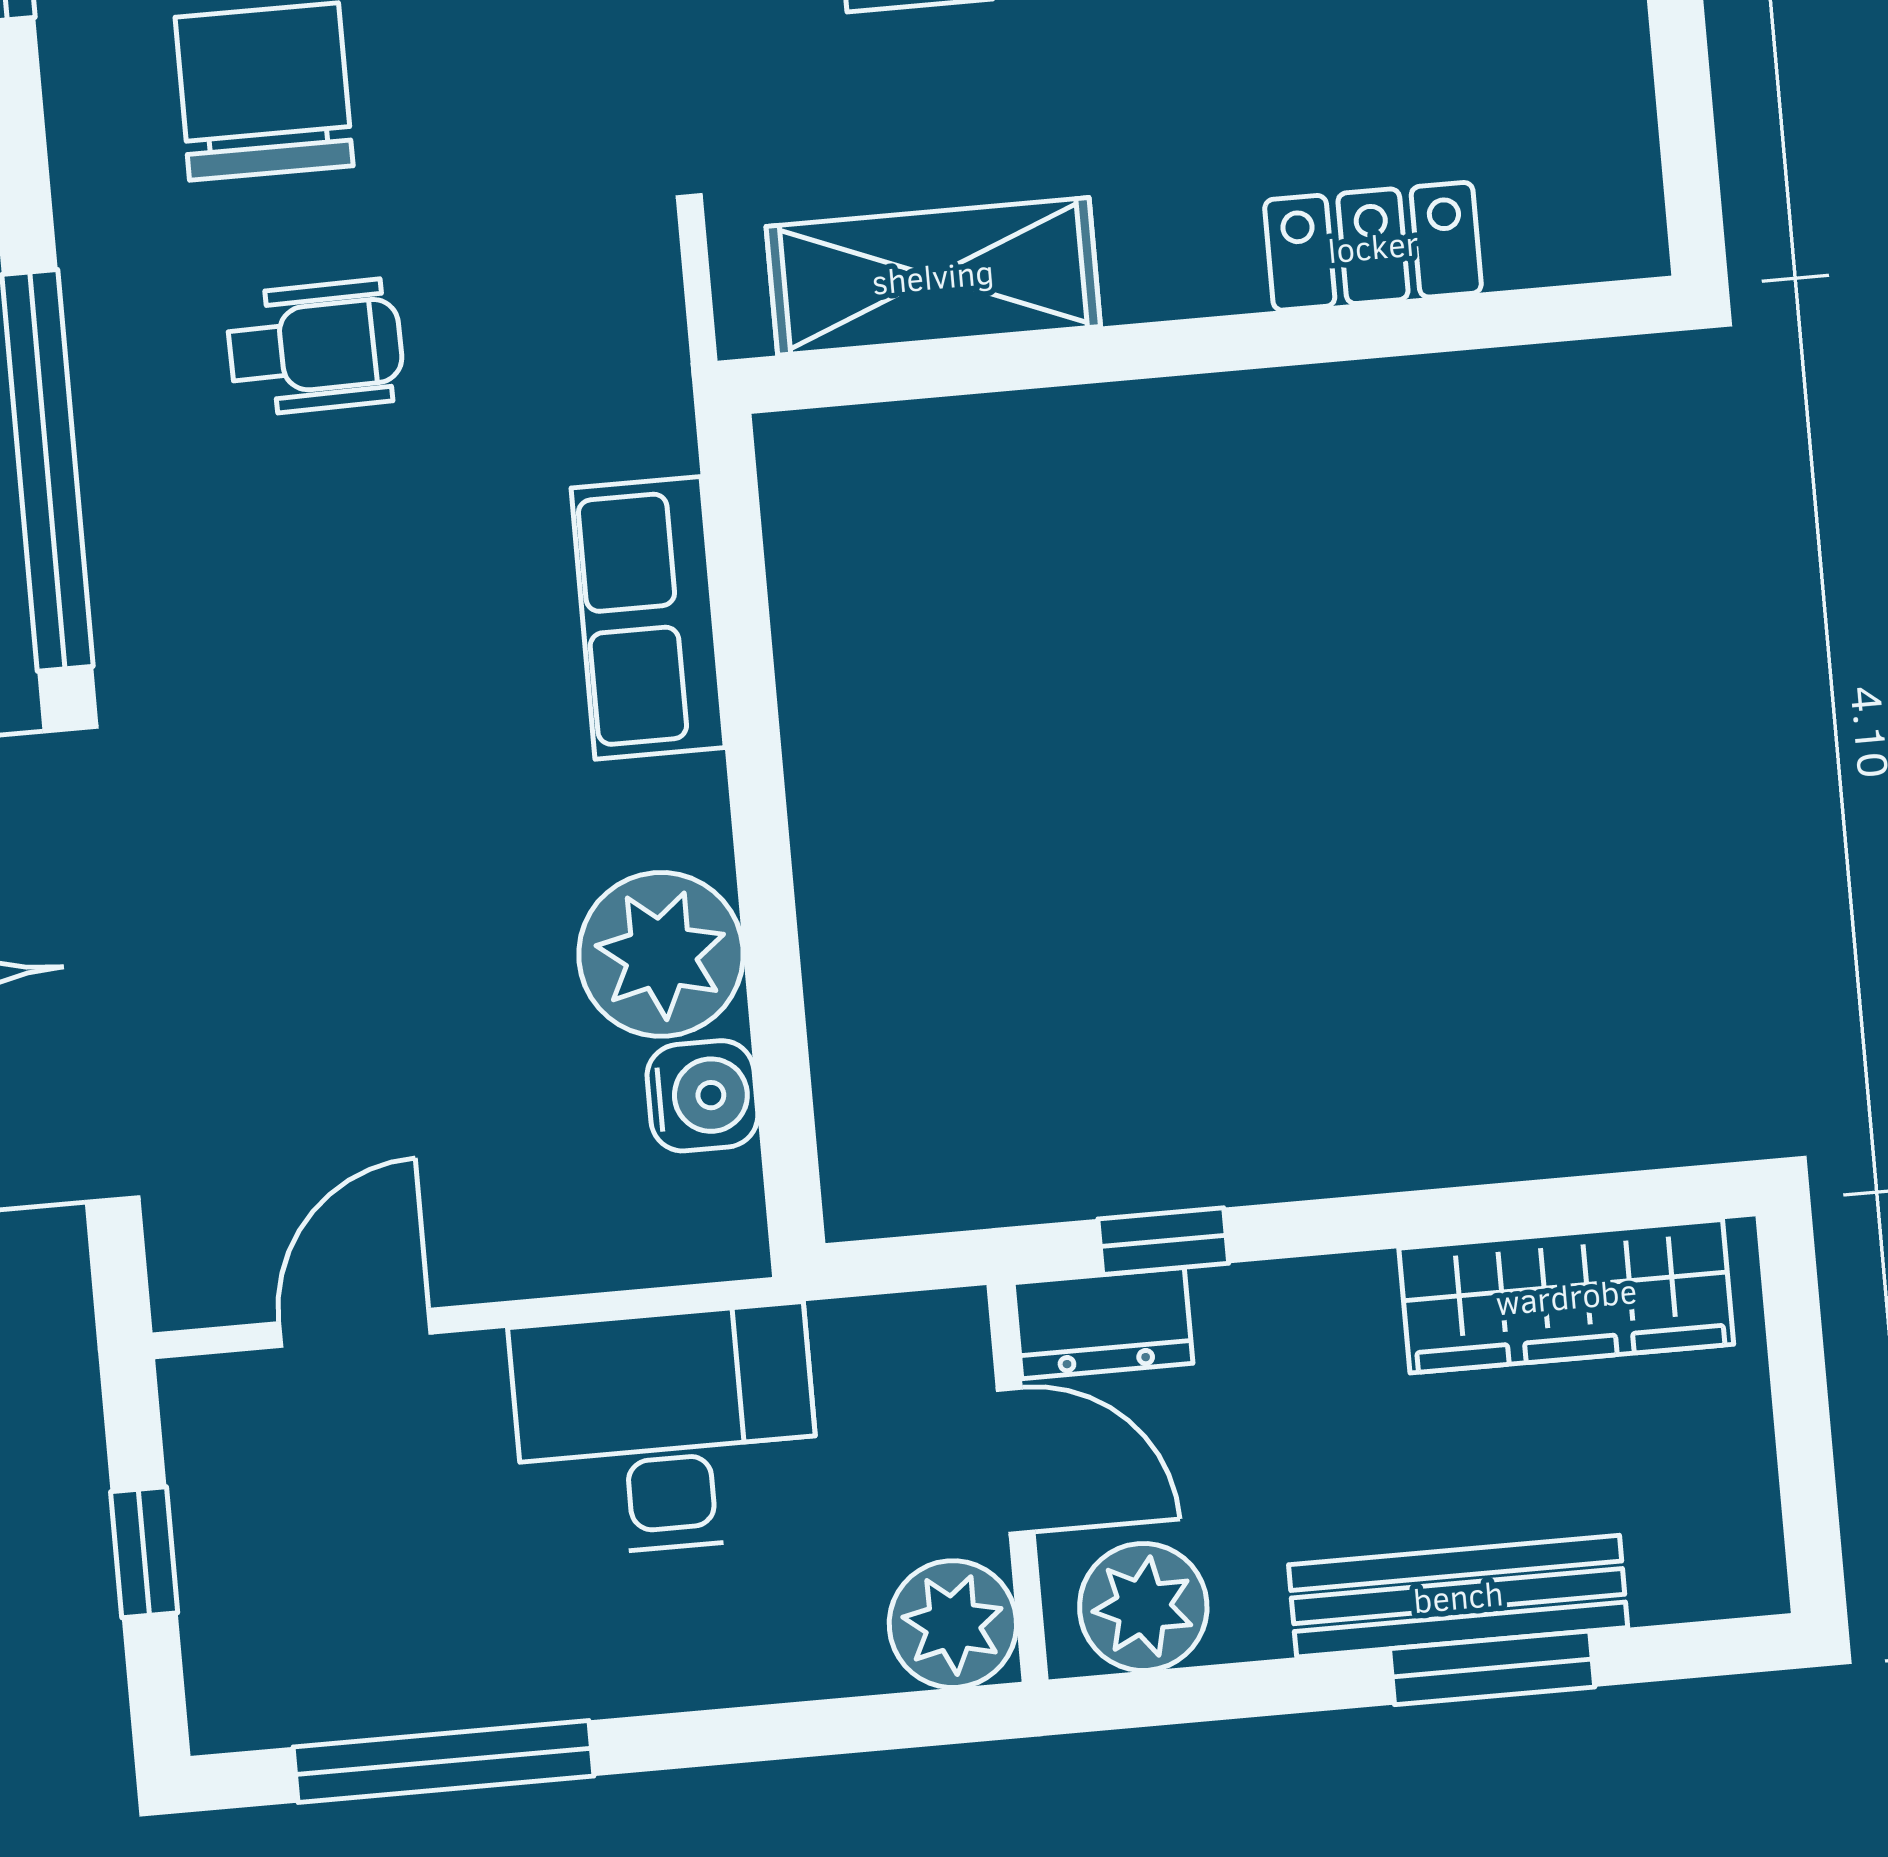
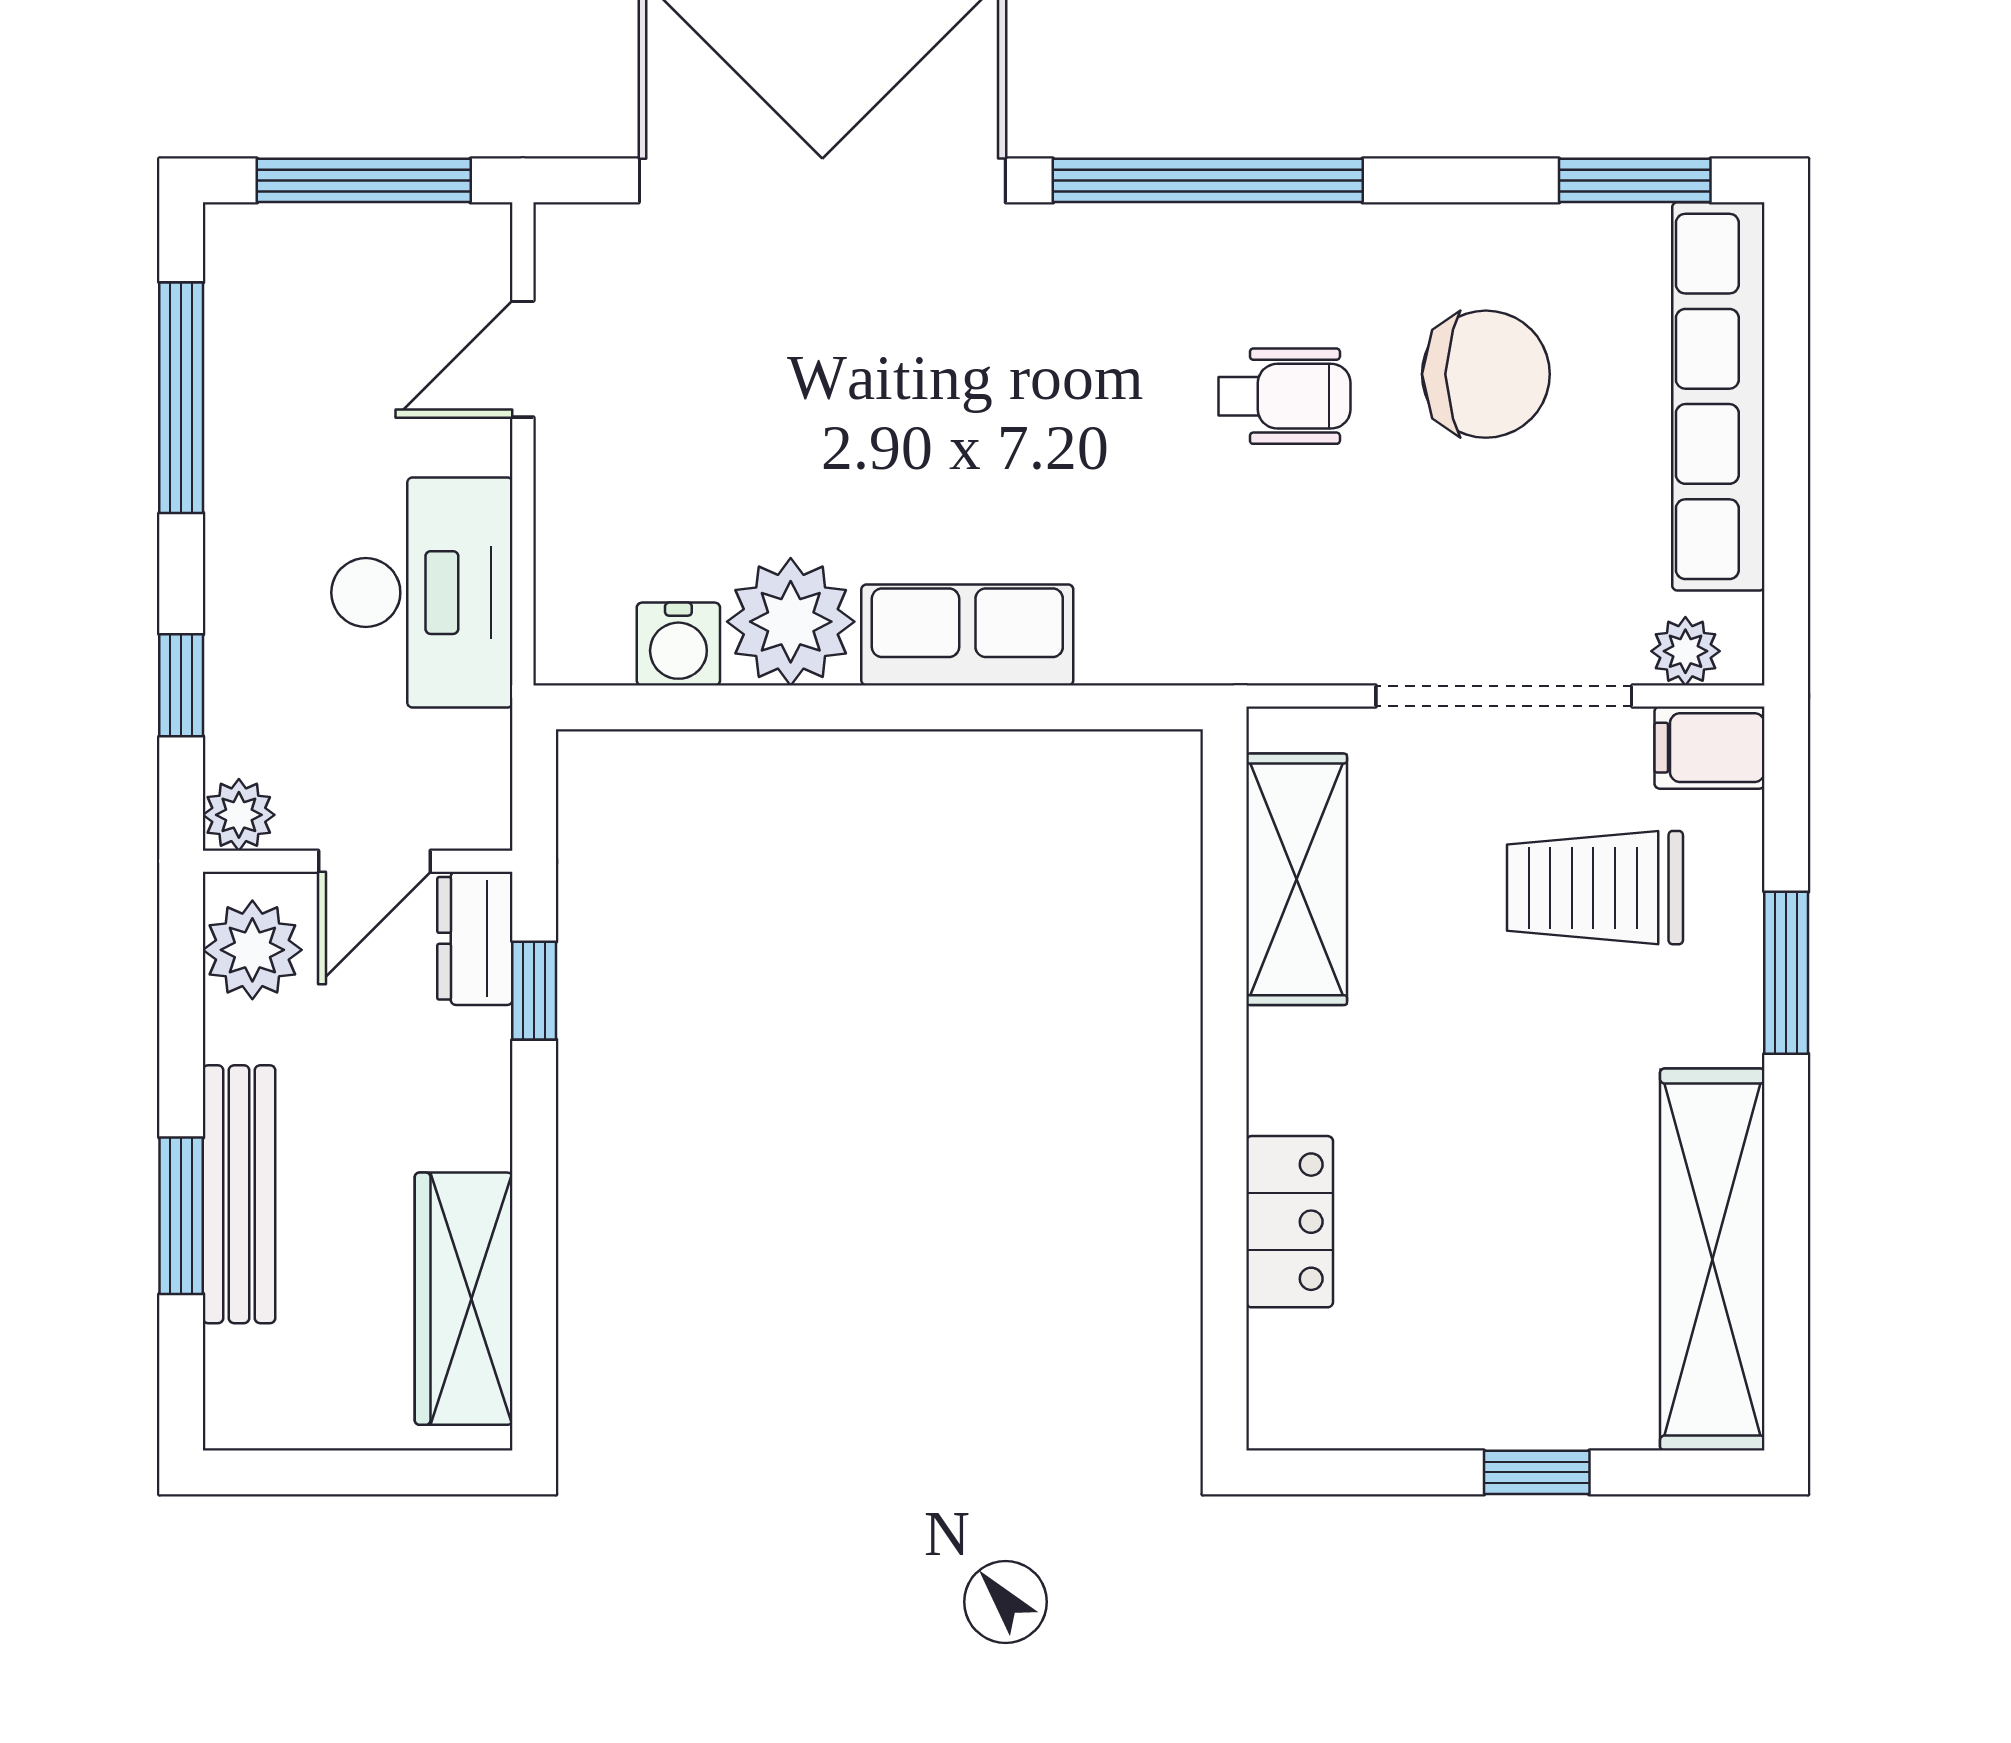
wheelchair: (315, 347) -> (1284, 396), turned -89
row of seats: (648, 618) -> (967, 635), moved
door: (355, 1328) -> (523, 359), swing flipped
window: (144, 1552) -> (364, 180), width x2.17
plant: (953, 1624) -> (239, 815), width x0.73, depth x0.73
window: (812, 1729) -> (181, 685), added

